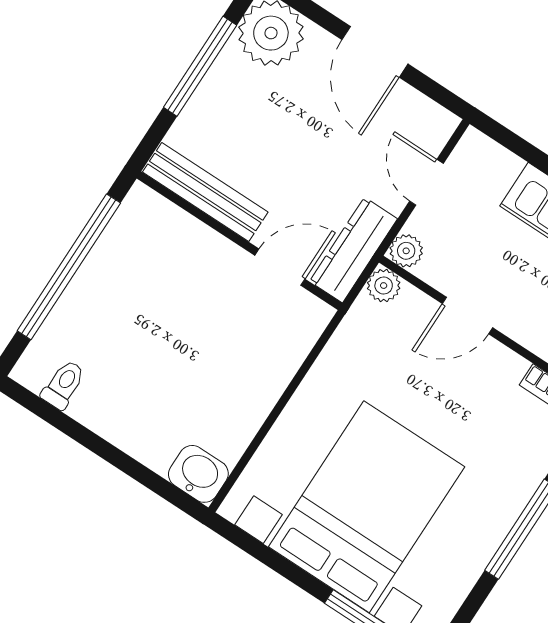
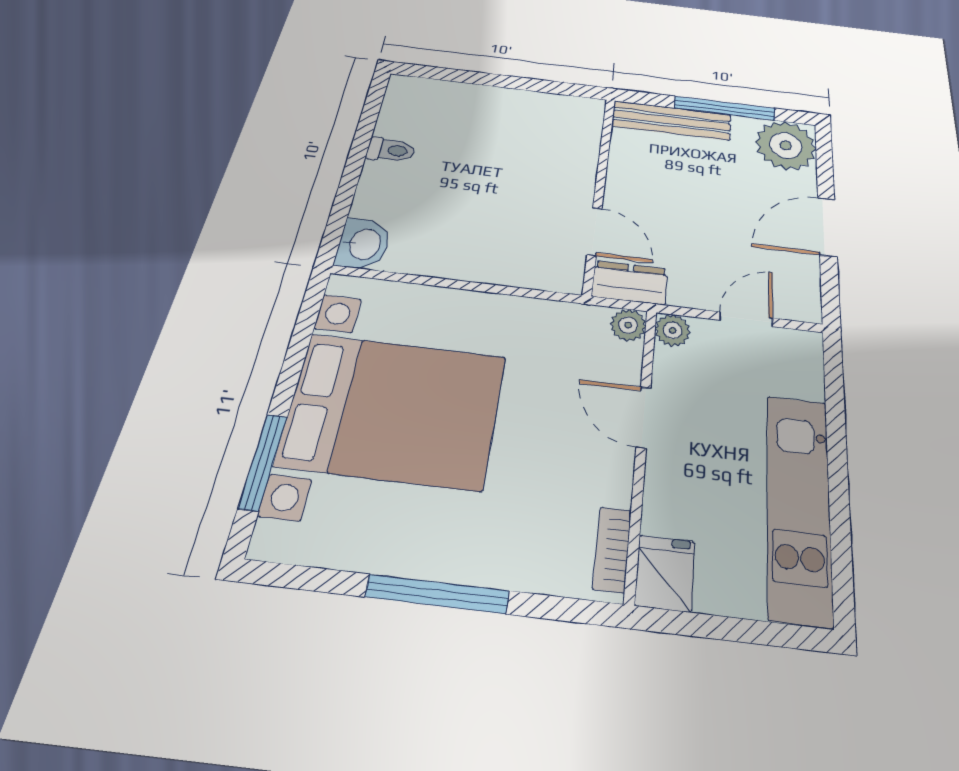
bench: (205, 192) -> (672, 120), moved, turned 90
dresser: (353, 250) -> (630, 283), width x0.70
window: (69, 267) -> (506, 82), removed
toilet: (63, 385) -> (391, 150), moved

